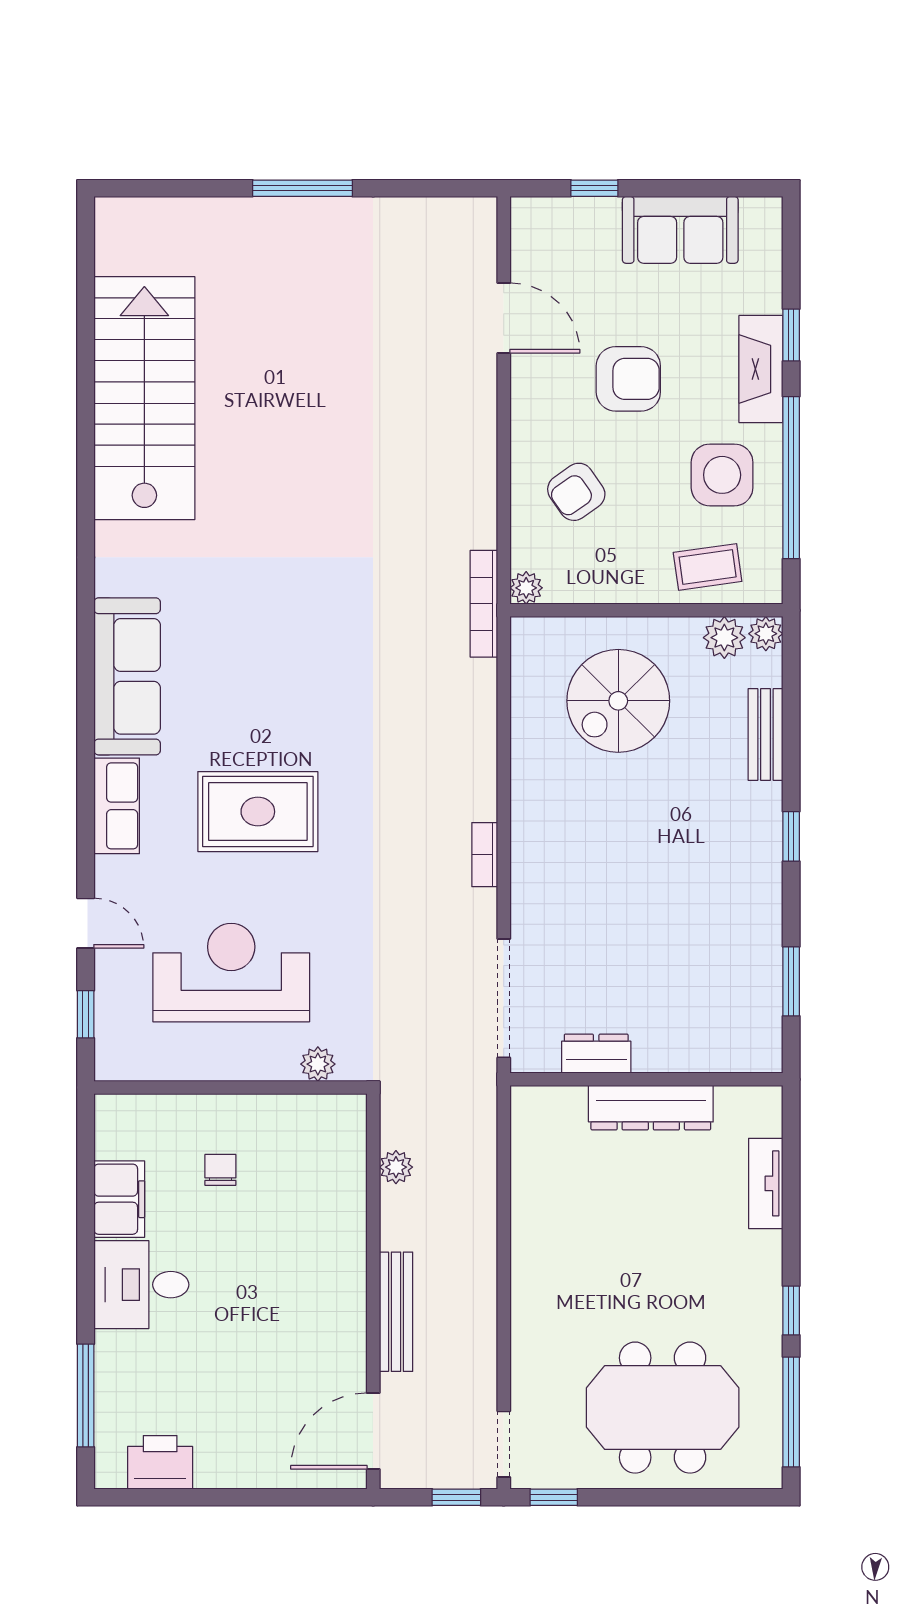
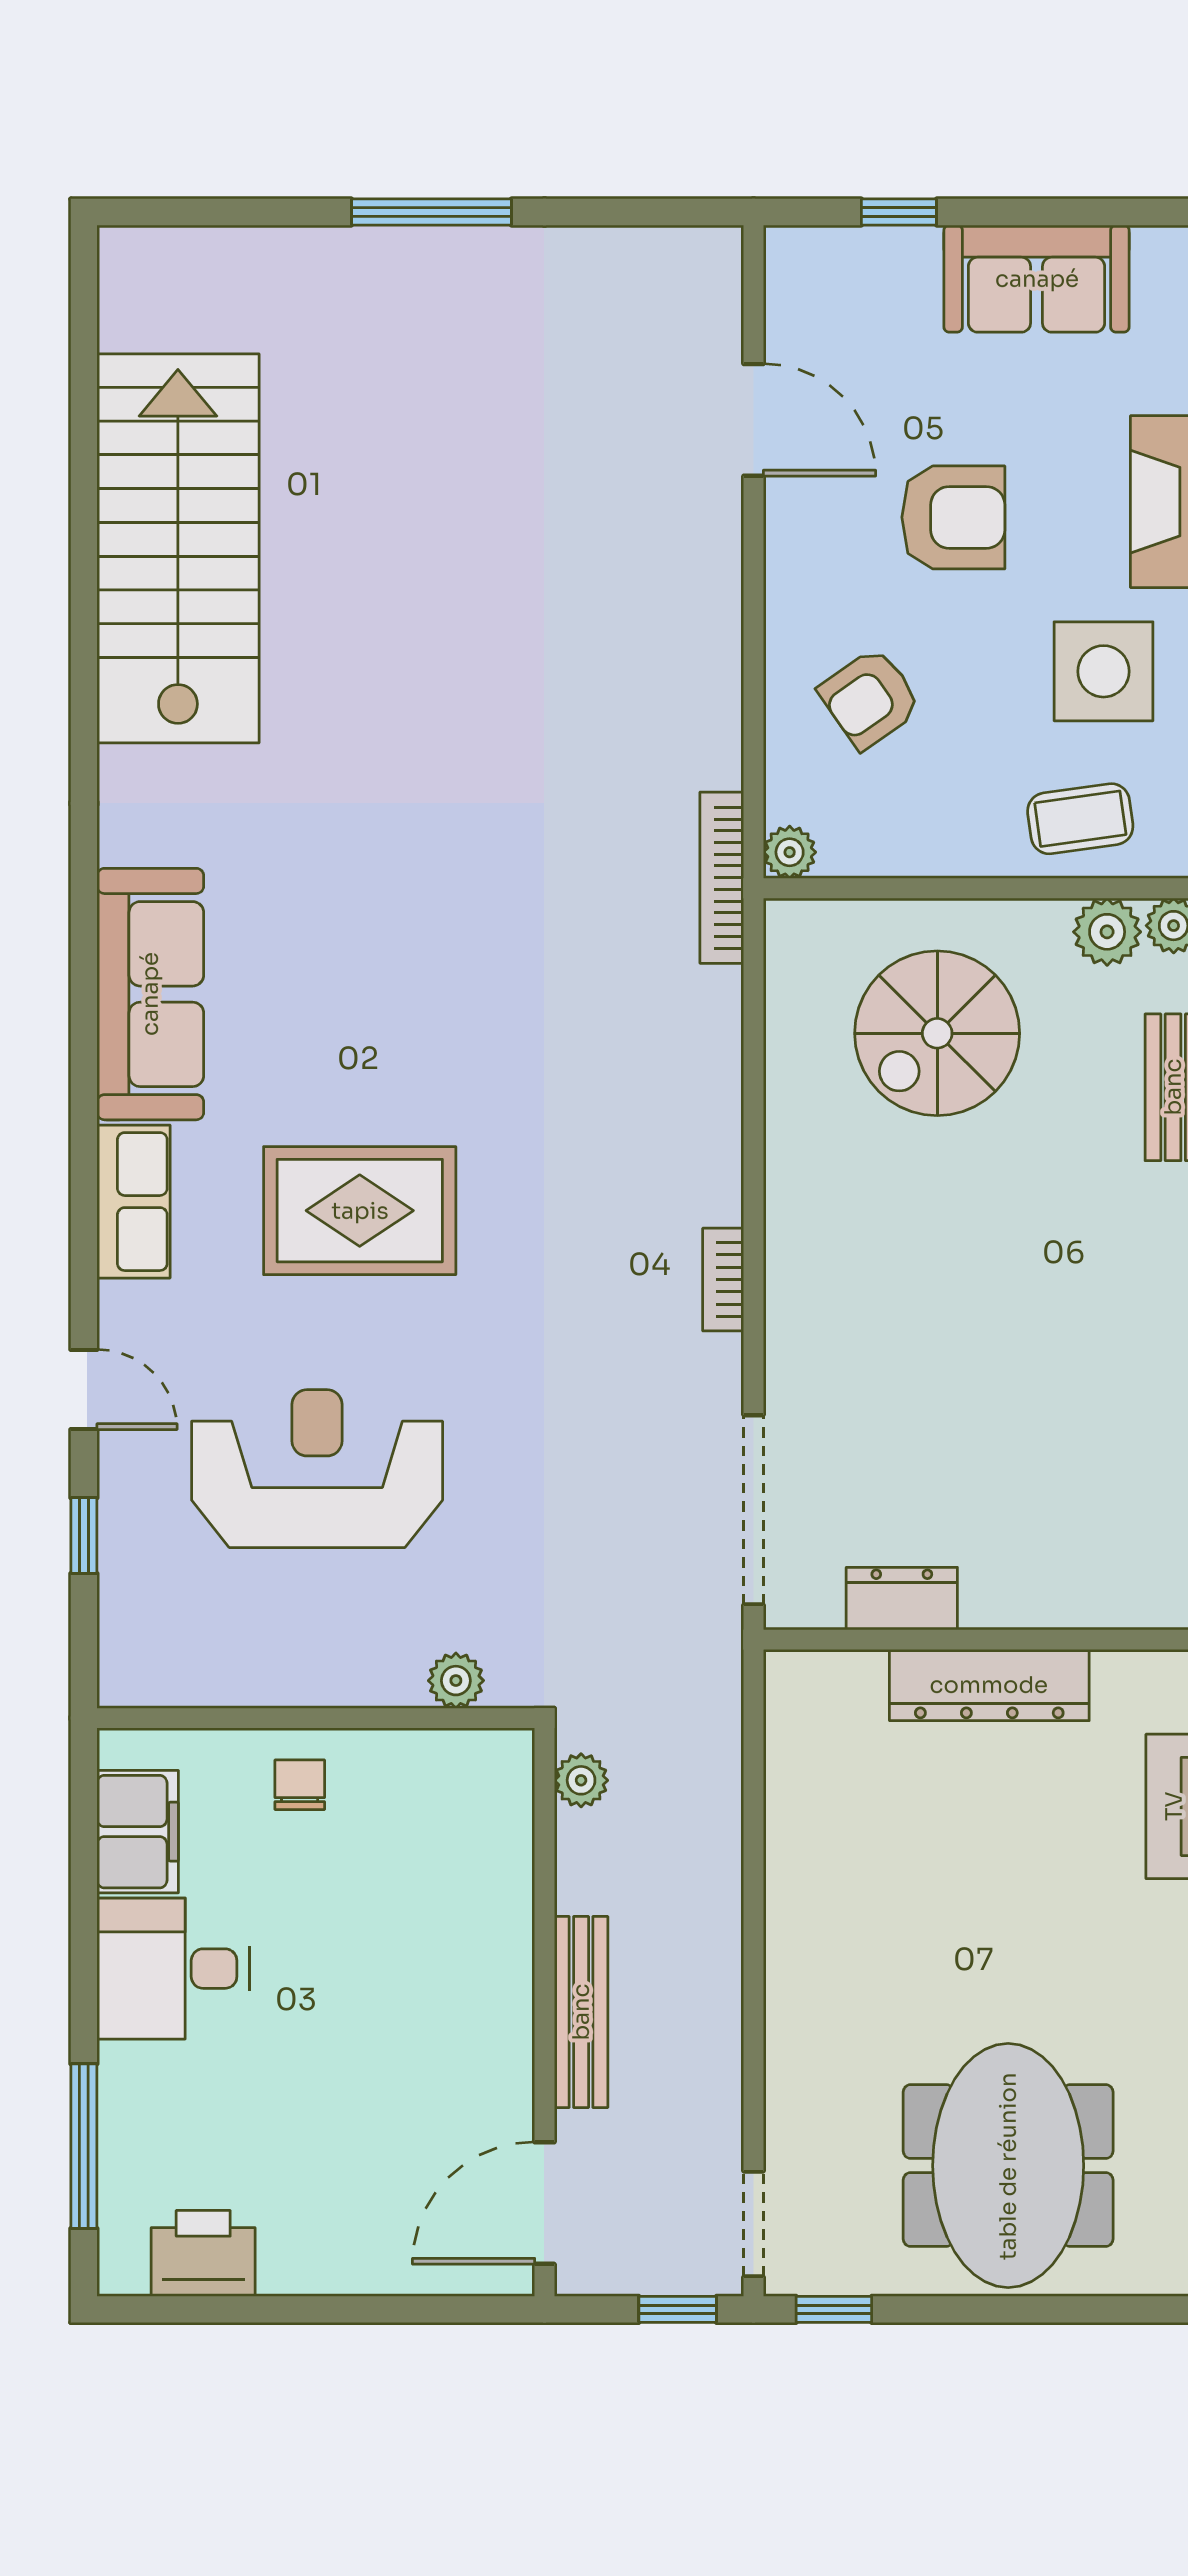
plant: (318, 1064) -> (456, 1681), moved
wall: (230, 1087) -> (316, 1718), moved
meeting table: (663, 1408) -> (1008, 2166), turned 90

